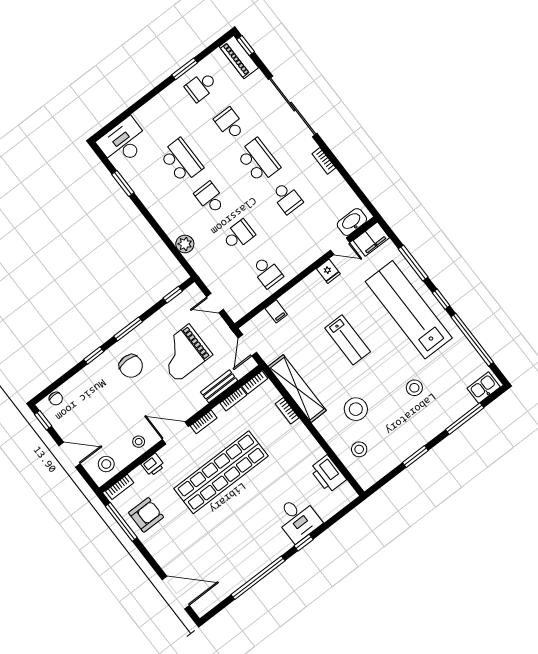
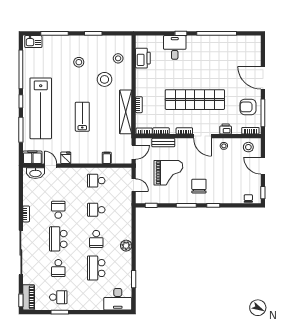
plant: (185, 244) -> (126, 246), moved
school desk: (267, 272) -> (96, 181), turned -90
stool: (414, 388) -> (79, 62), moved
door: (176, 593) -> (263, 78), moved

